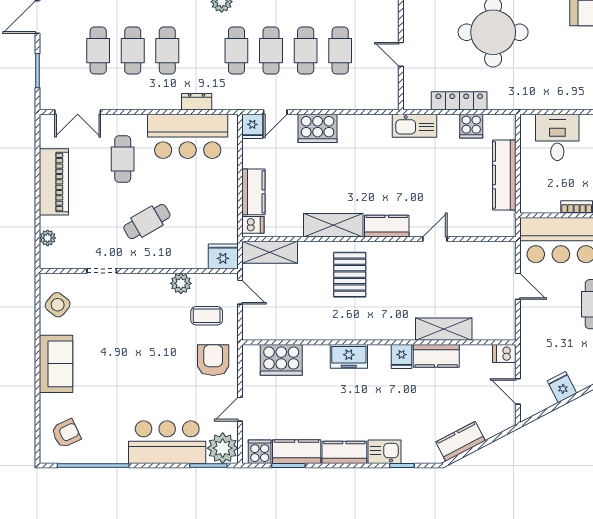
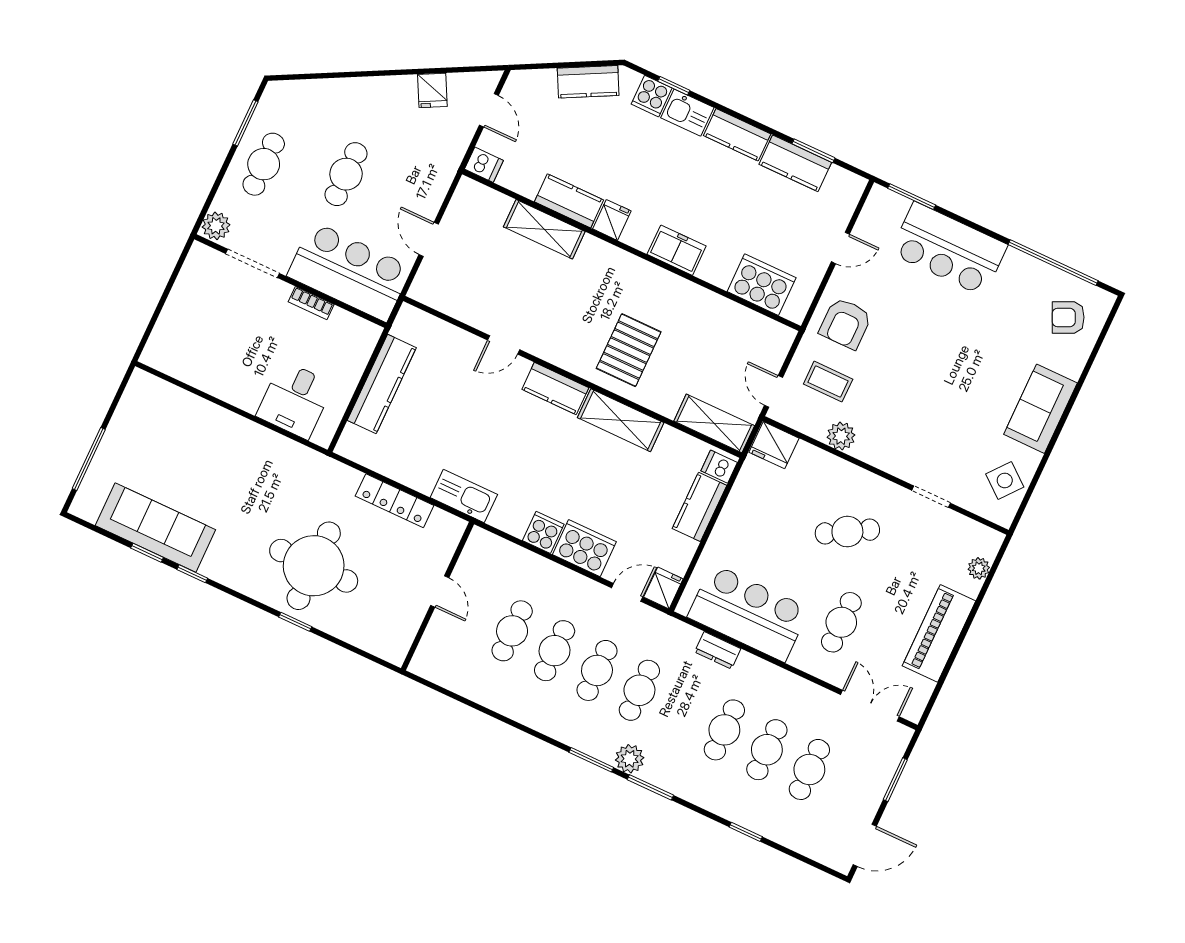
cooker: (471, 126) -> (543, 532), moved
plant: (223, 448) -> (884, 210), removed
cooker: (260, 452) -> (652, 96), moved

